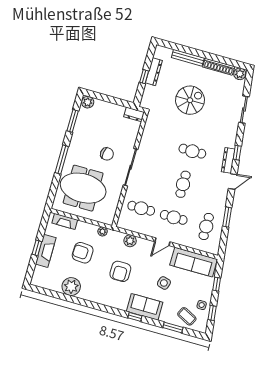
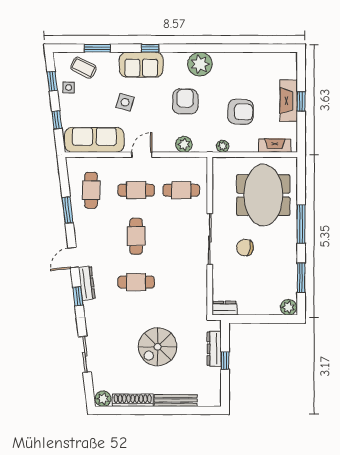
dresser: (154, 72) -> (214, 349), moved
meeting table: (83, 188) -> (263, 195), turned 90
plant: (71, 287) -> (200, 64), moved

